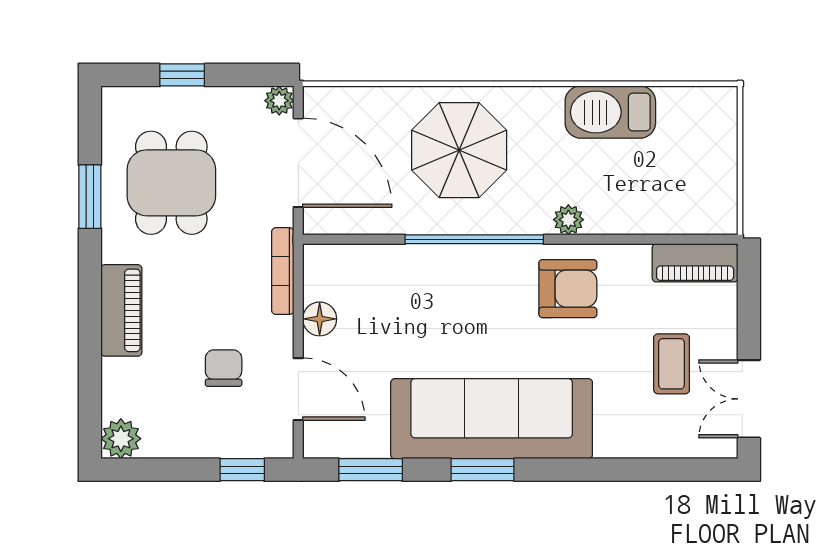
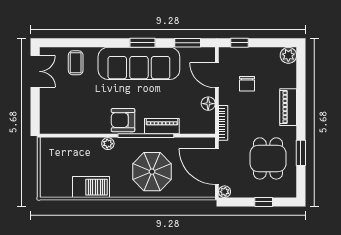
piano: (695, 263) -> (162, 126), moved
armchair: (568, 289) -> (123, 120), moved
coffee table: (672, 364) -> (76, 63), moved

